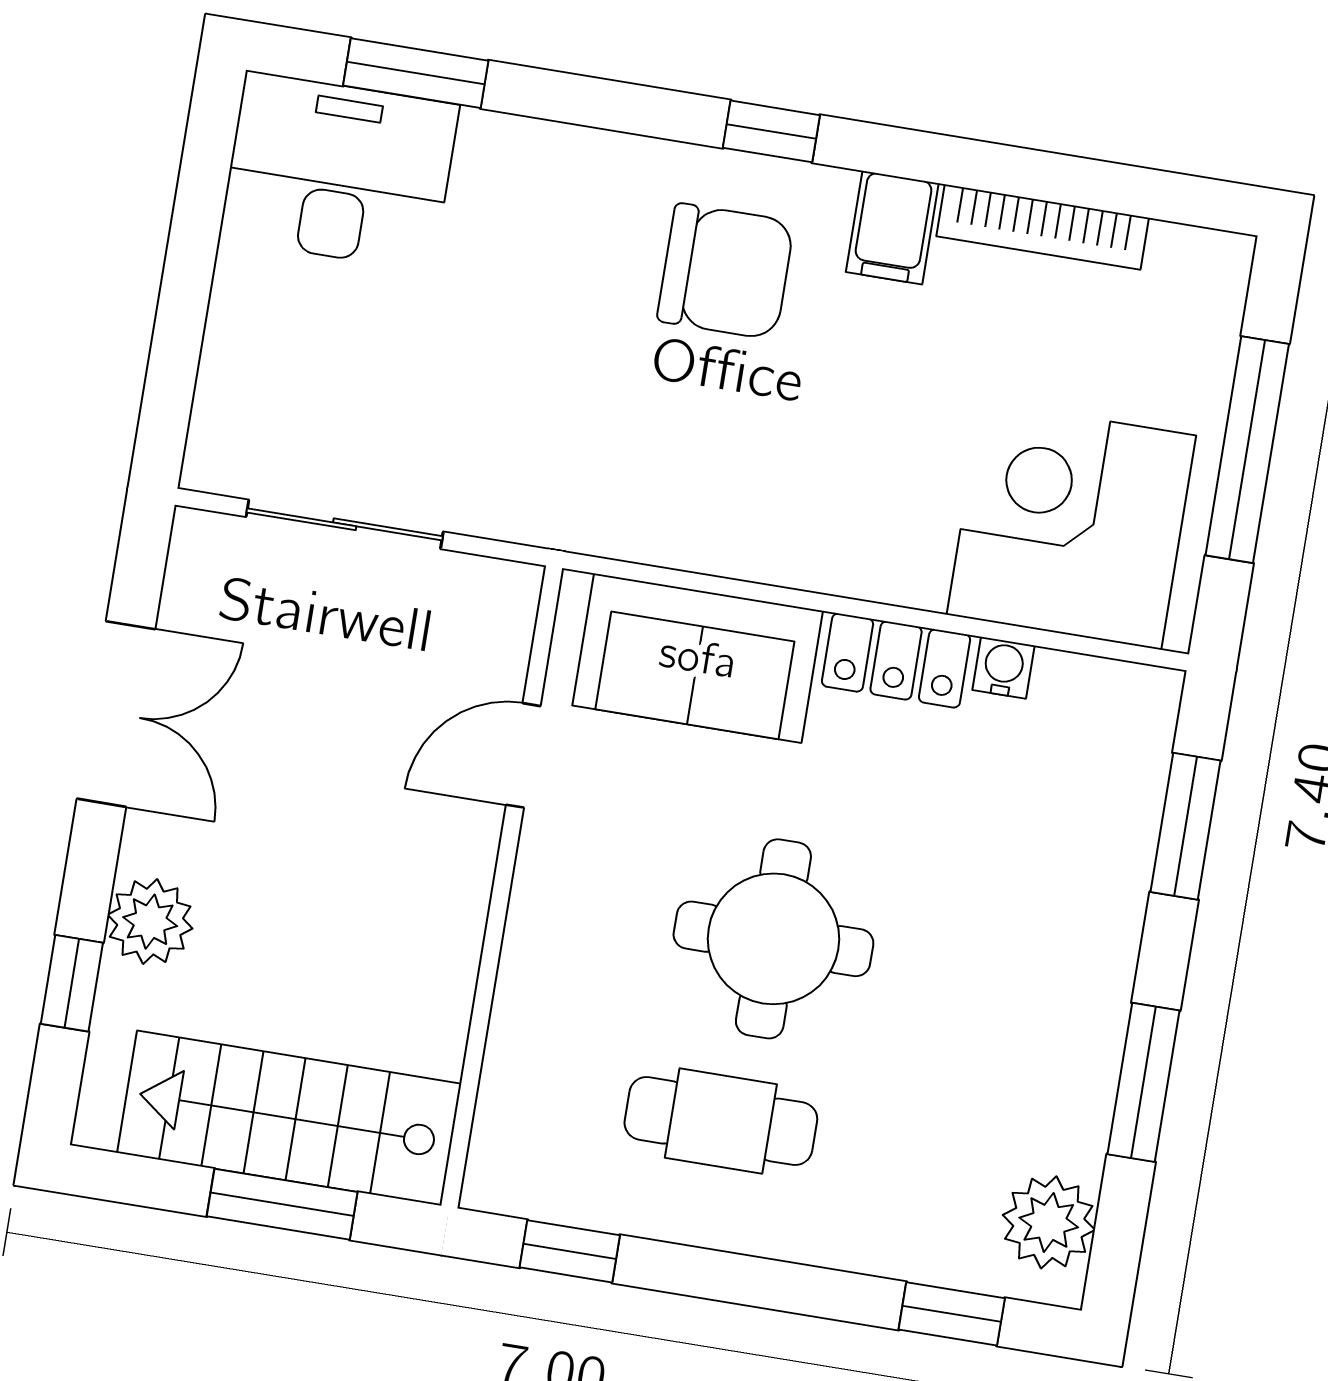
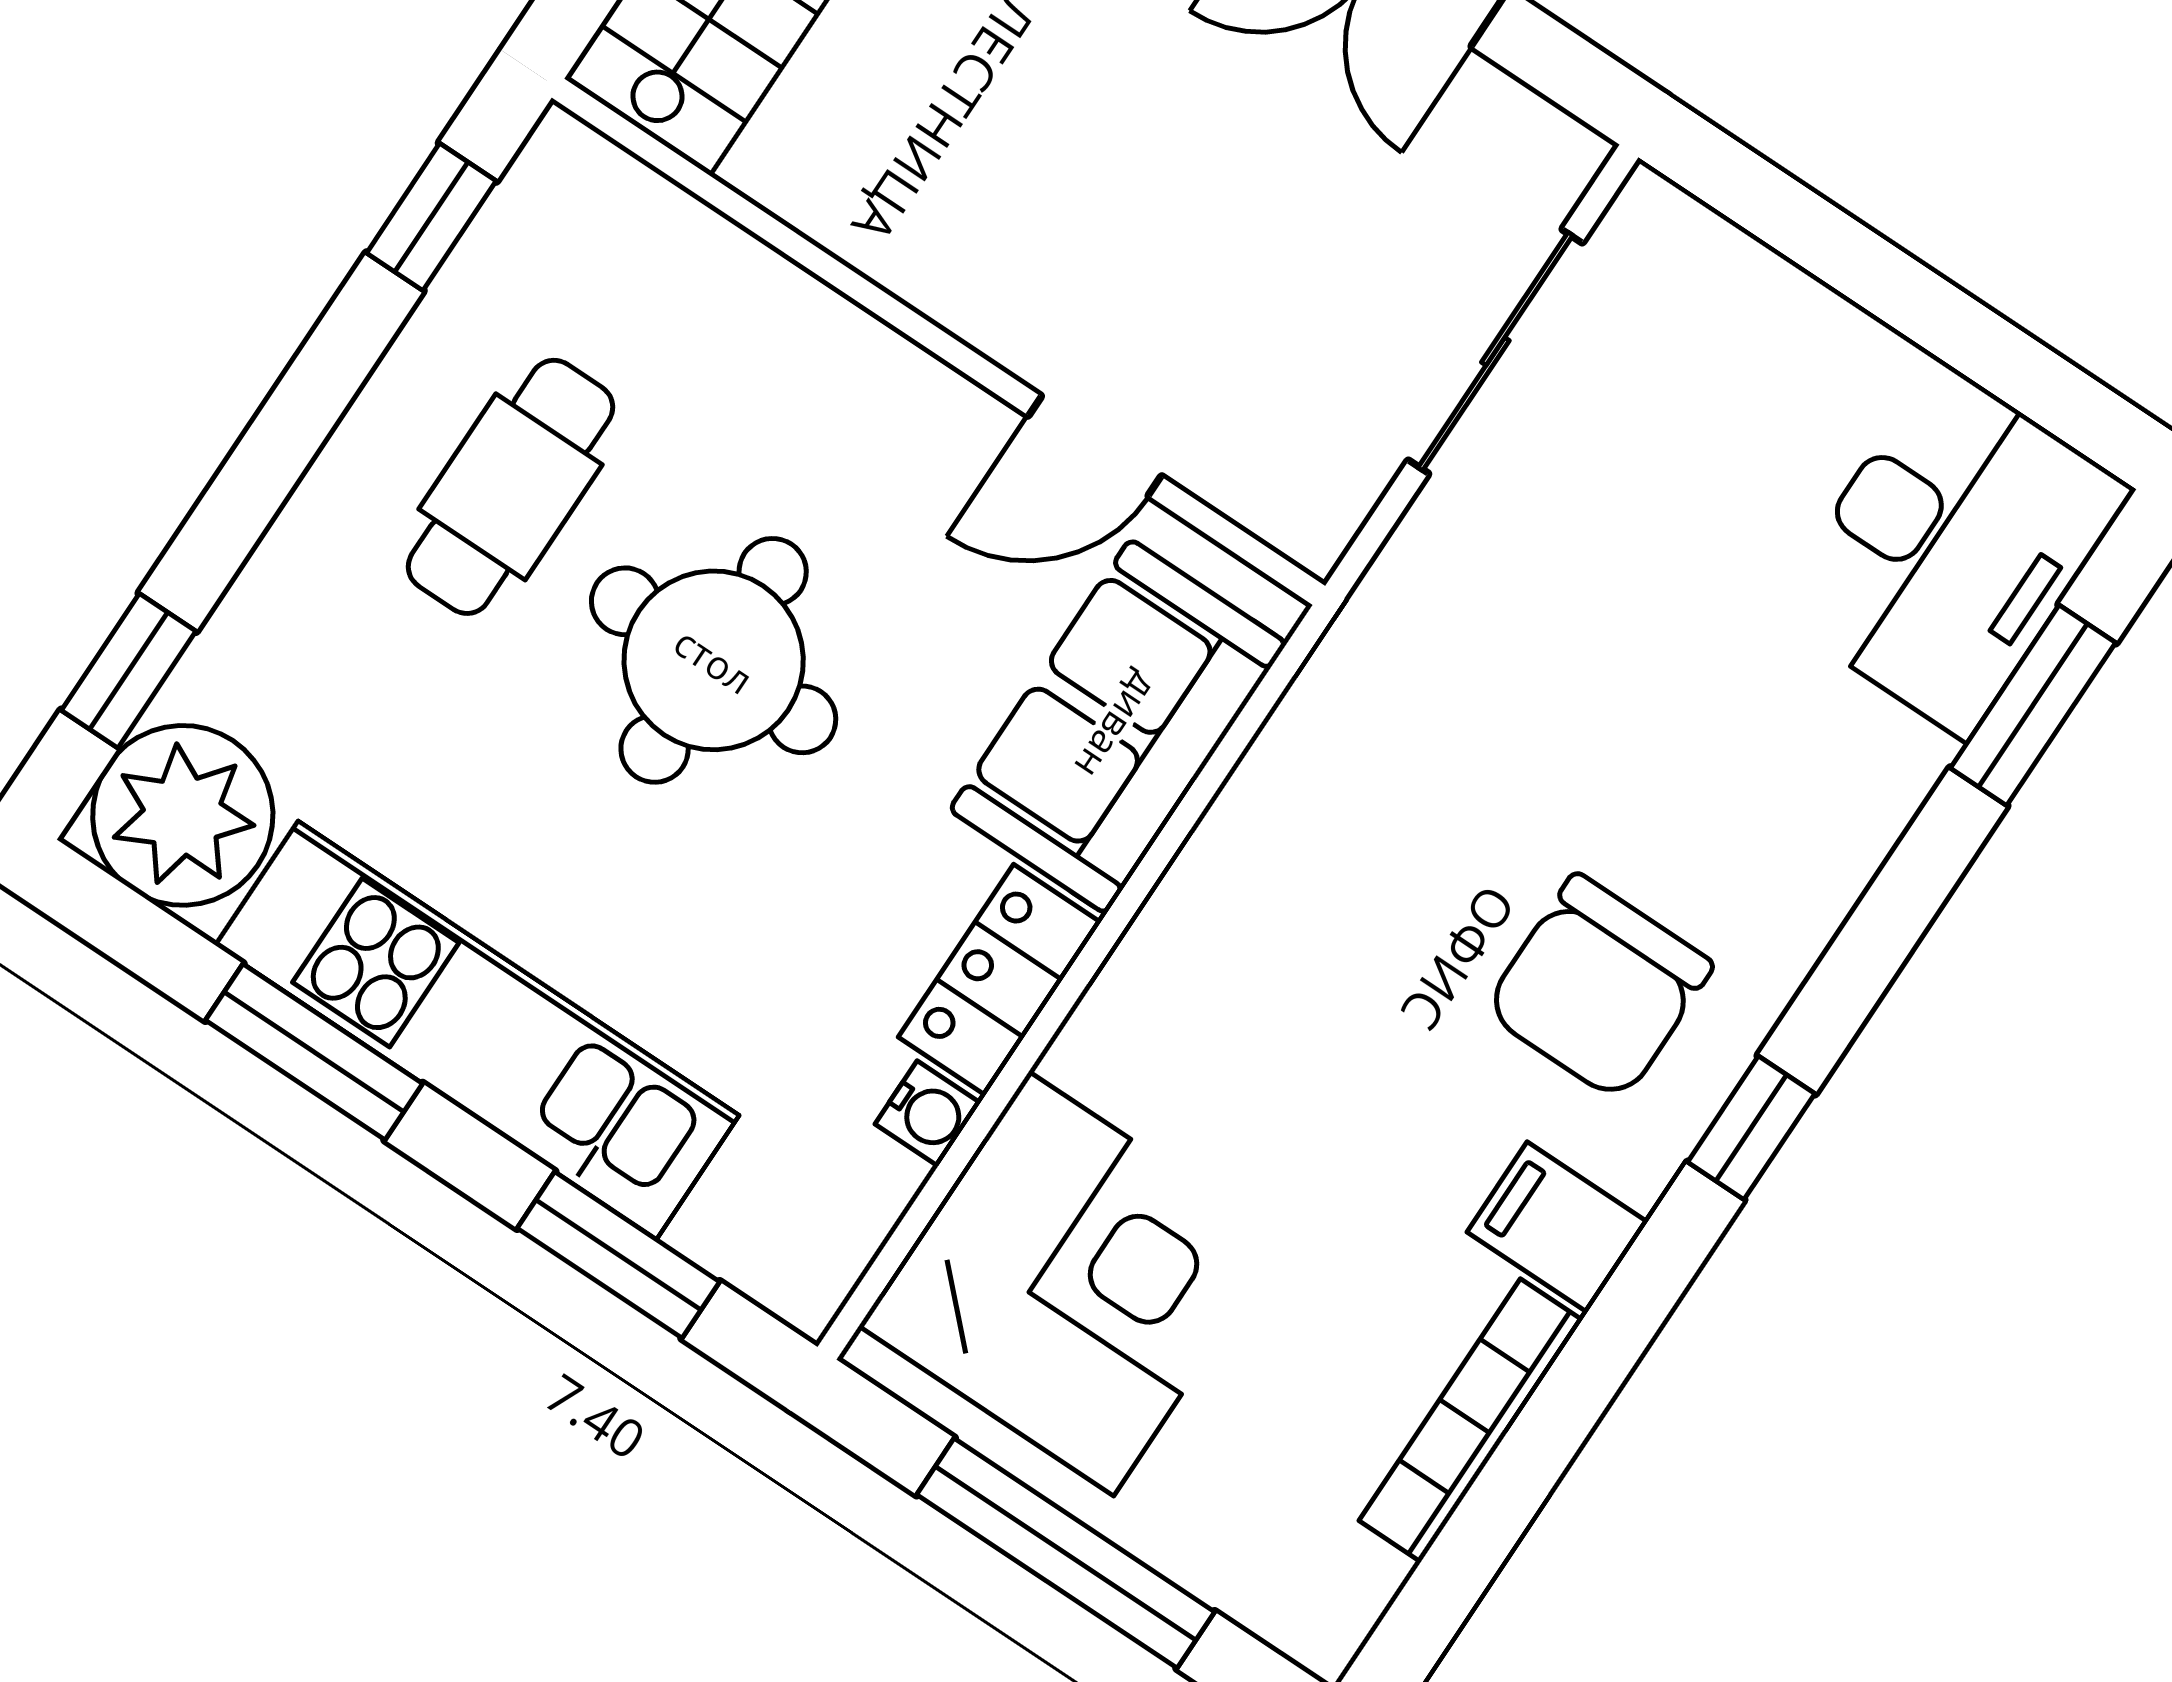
door: (523, 755) -> (1095, 446), swing flipped
kitchen unit: (1082, 983) -> (477, 1030), added
plant: (1049, 1222) -> (183, 815), width x1.36, depth x1.36

